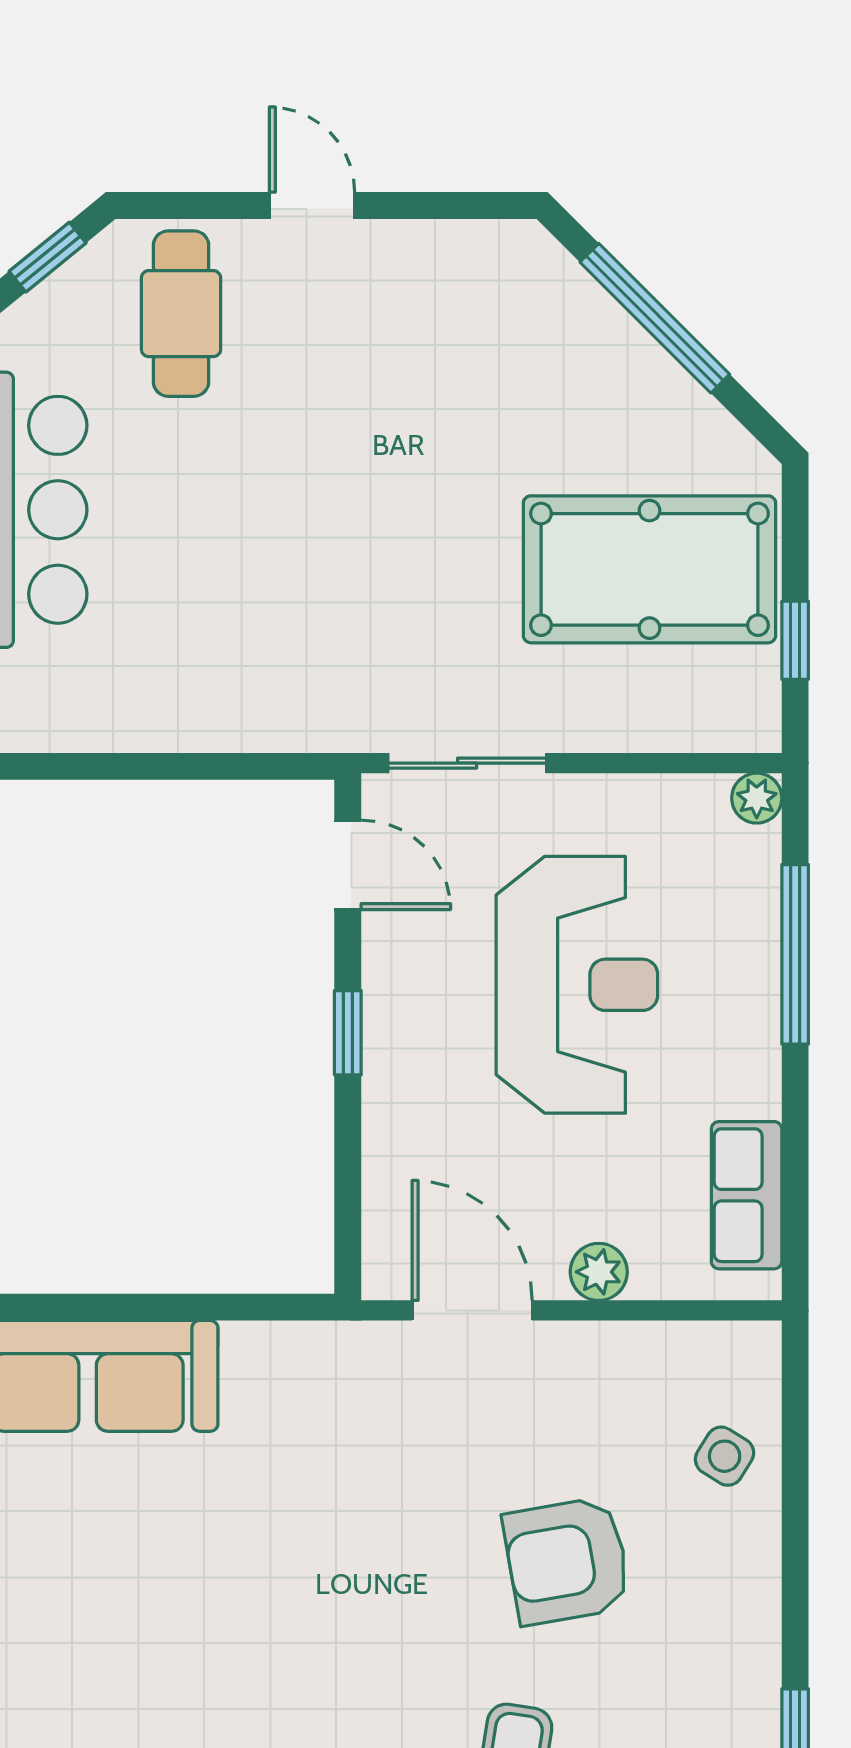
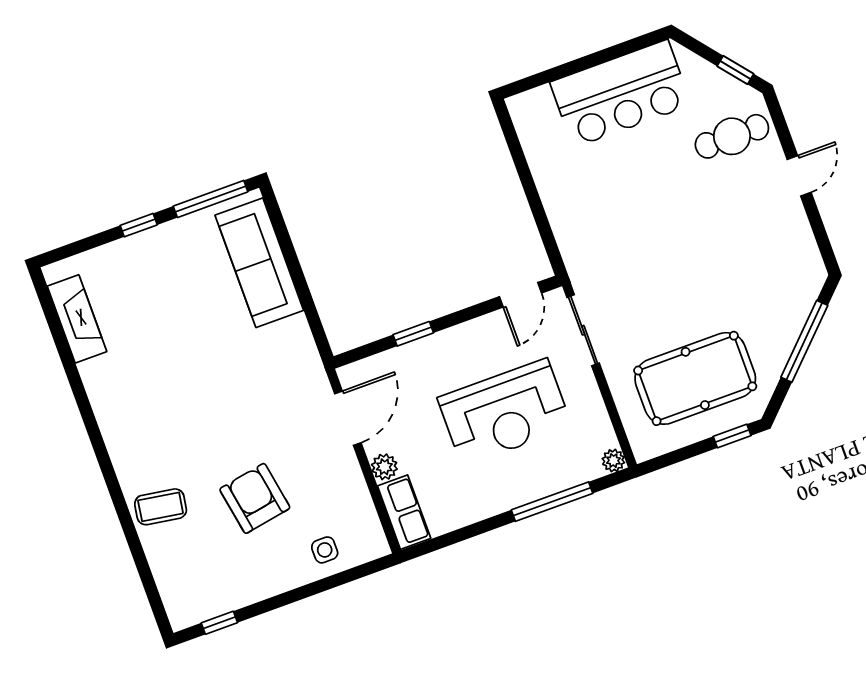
pool table: (649, 569) -> (695, 378), turned 90
window: (795, 640) -> (732, 436), moved
window: (348, 1033) -> (413, 334), moved
row of seats: (747, 1195) -> (404, 512), moved, turned 90
side table: (725, 1456) -> (325, 550), turned -32

